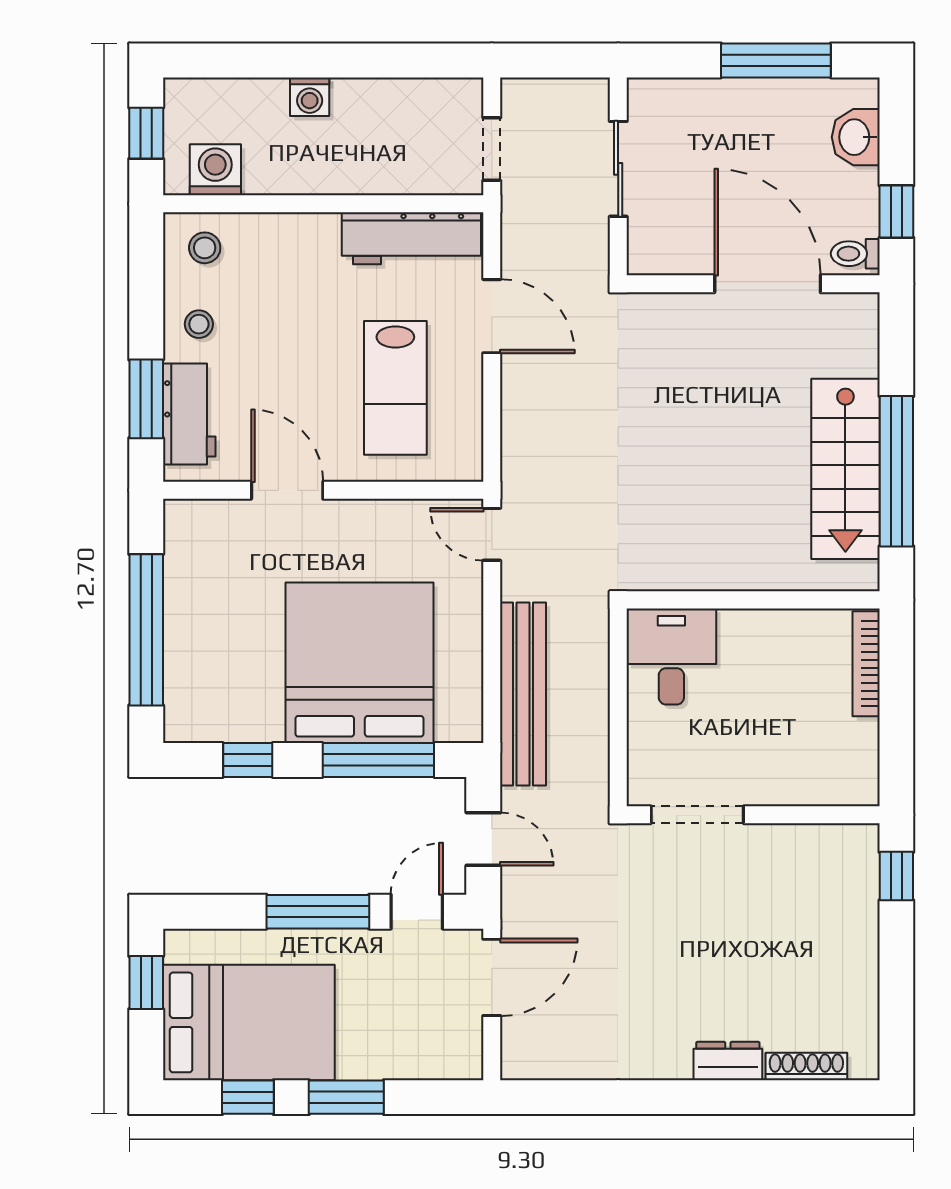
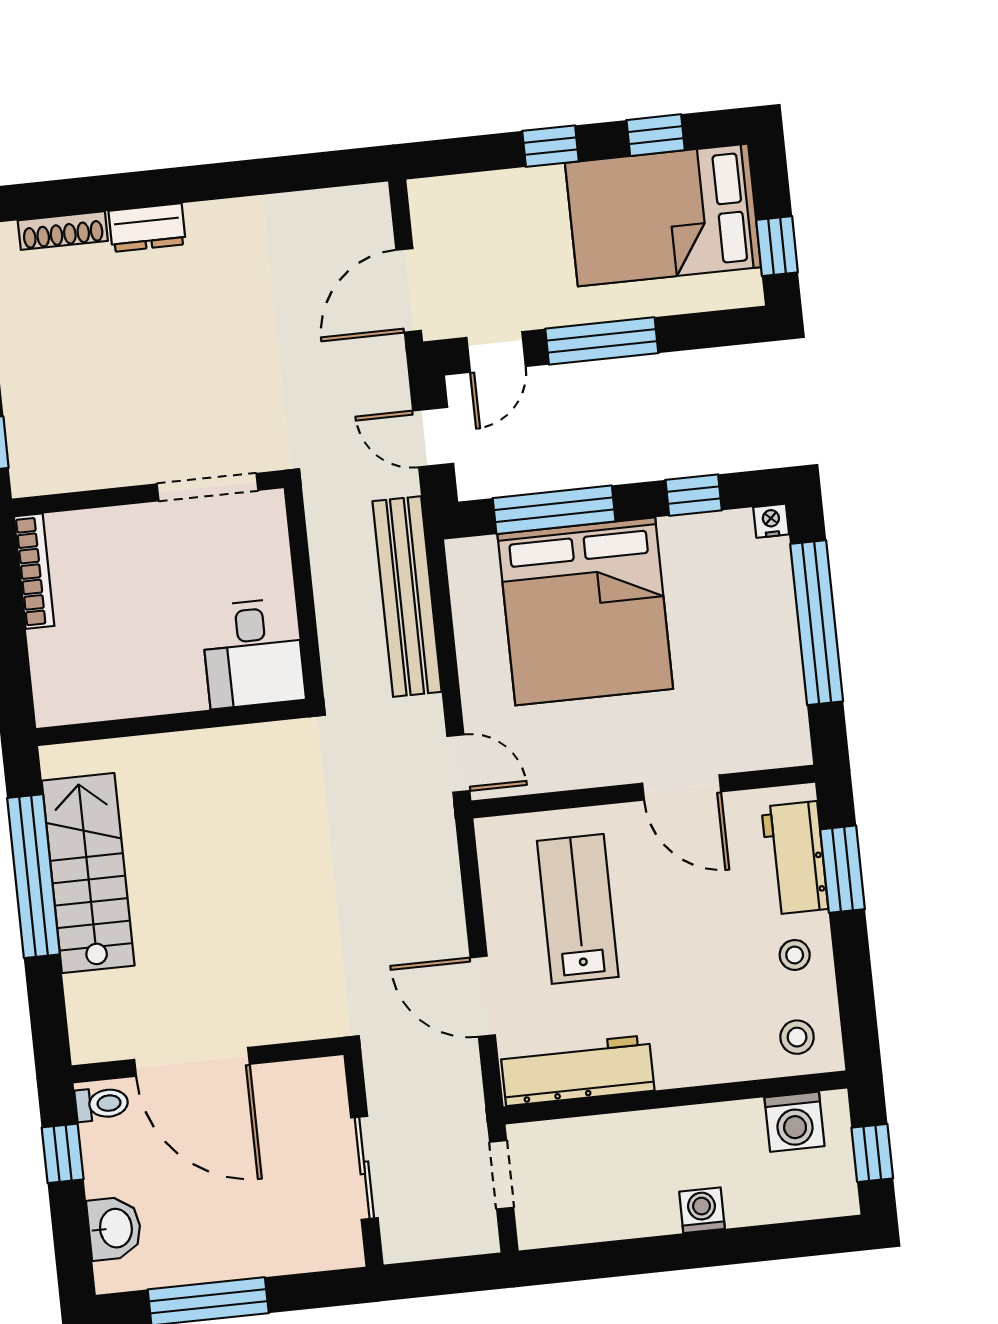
bookcase: (866, 664) -> (34, 571), moved
nightstand: (178, 729) -> (771, 521), added
window: (346, 1097) -> (551, 146), width x0.67

